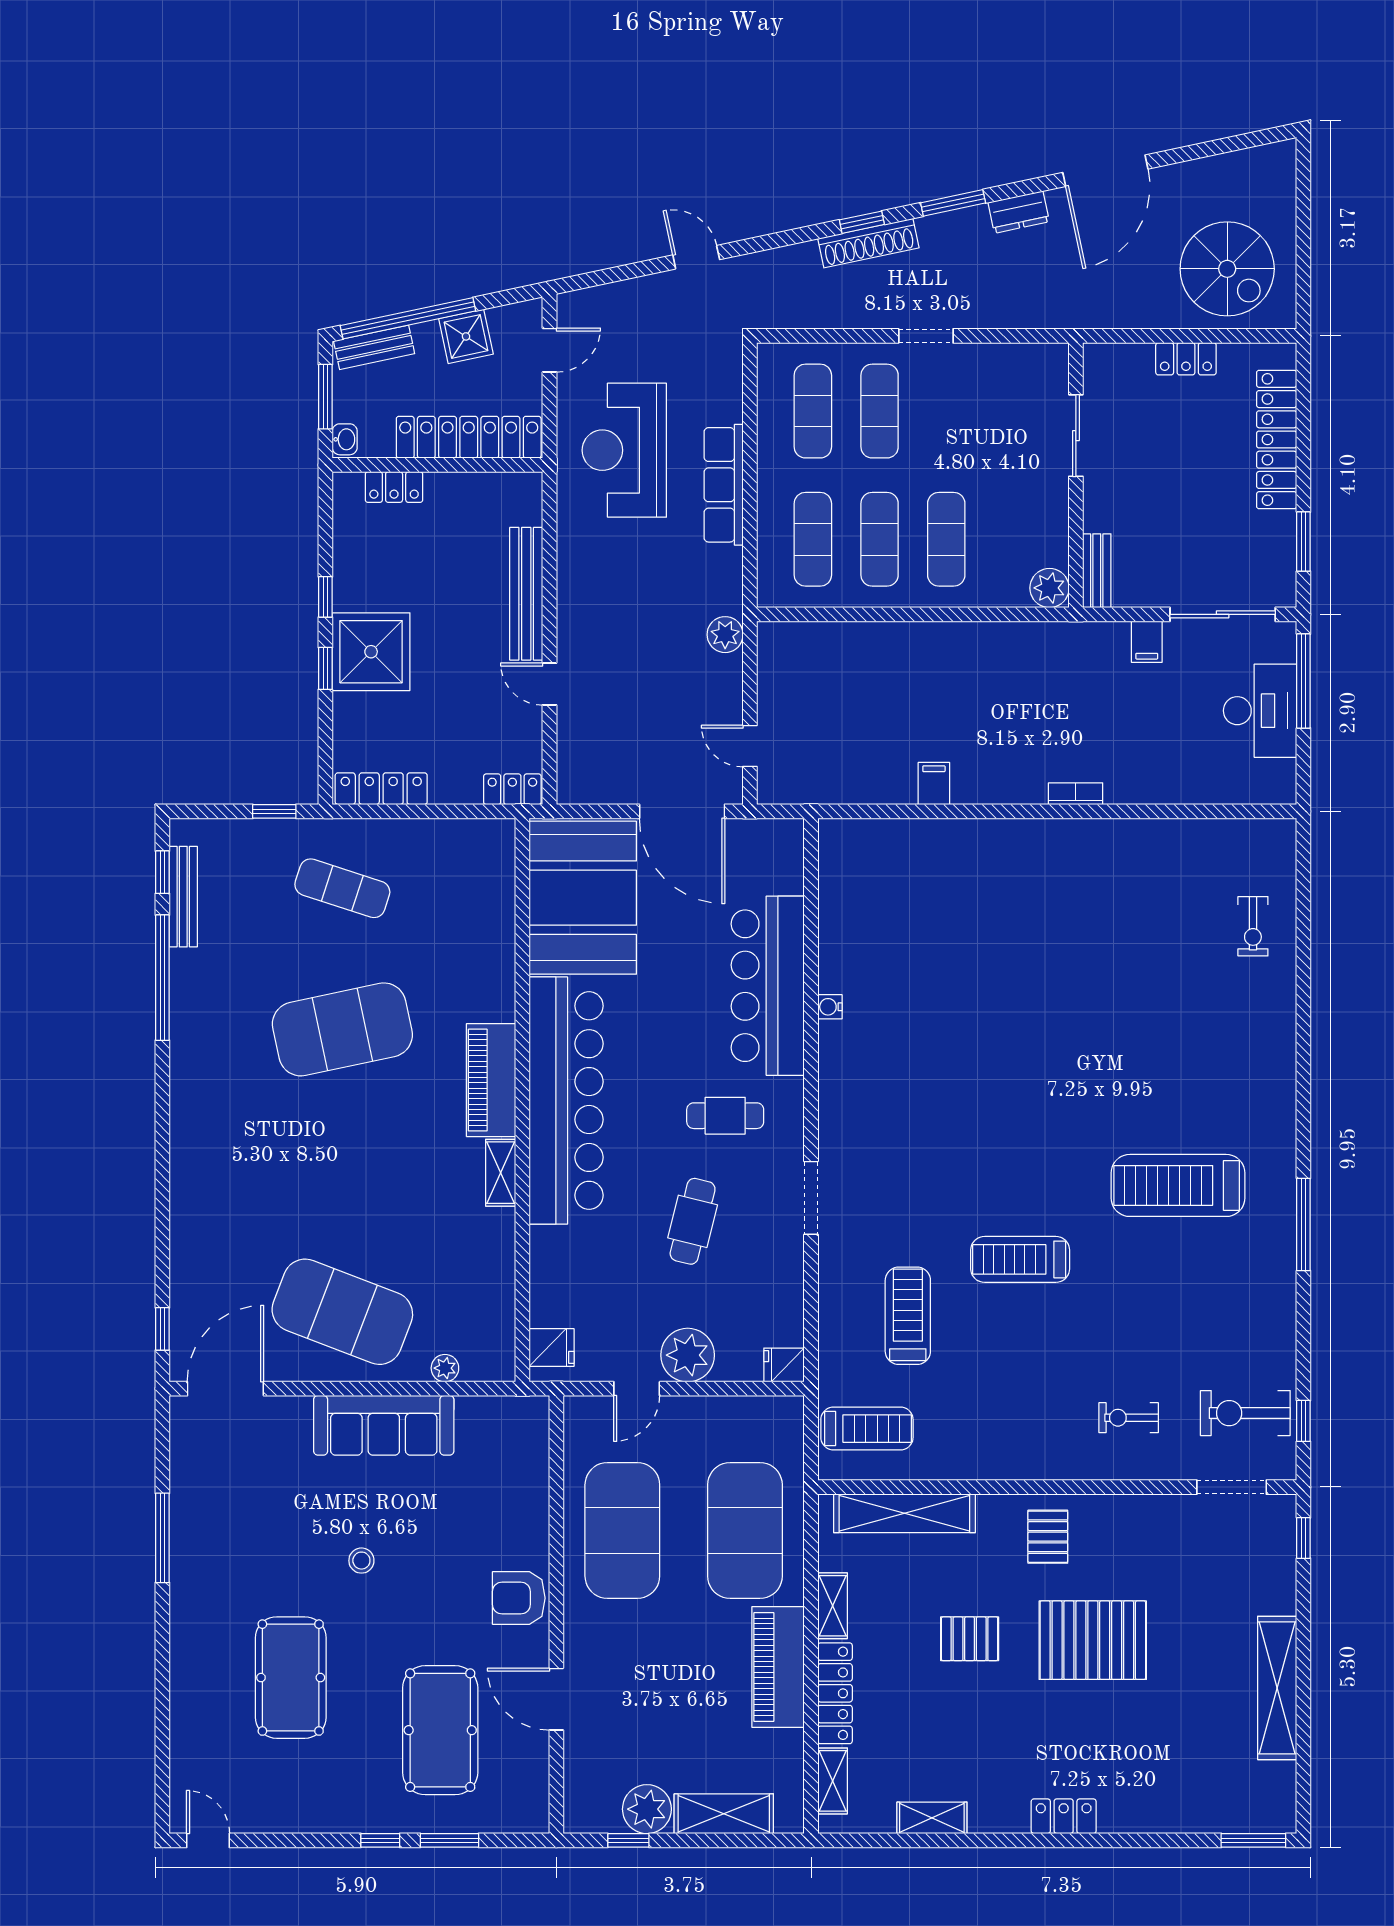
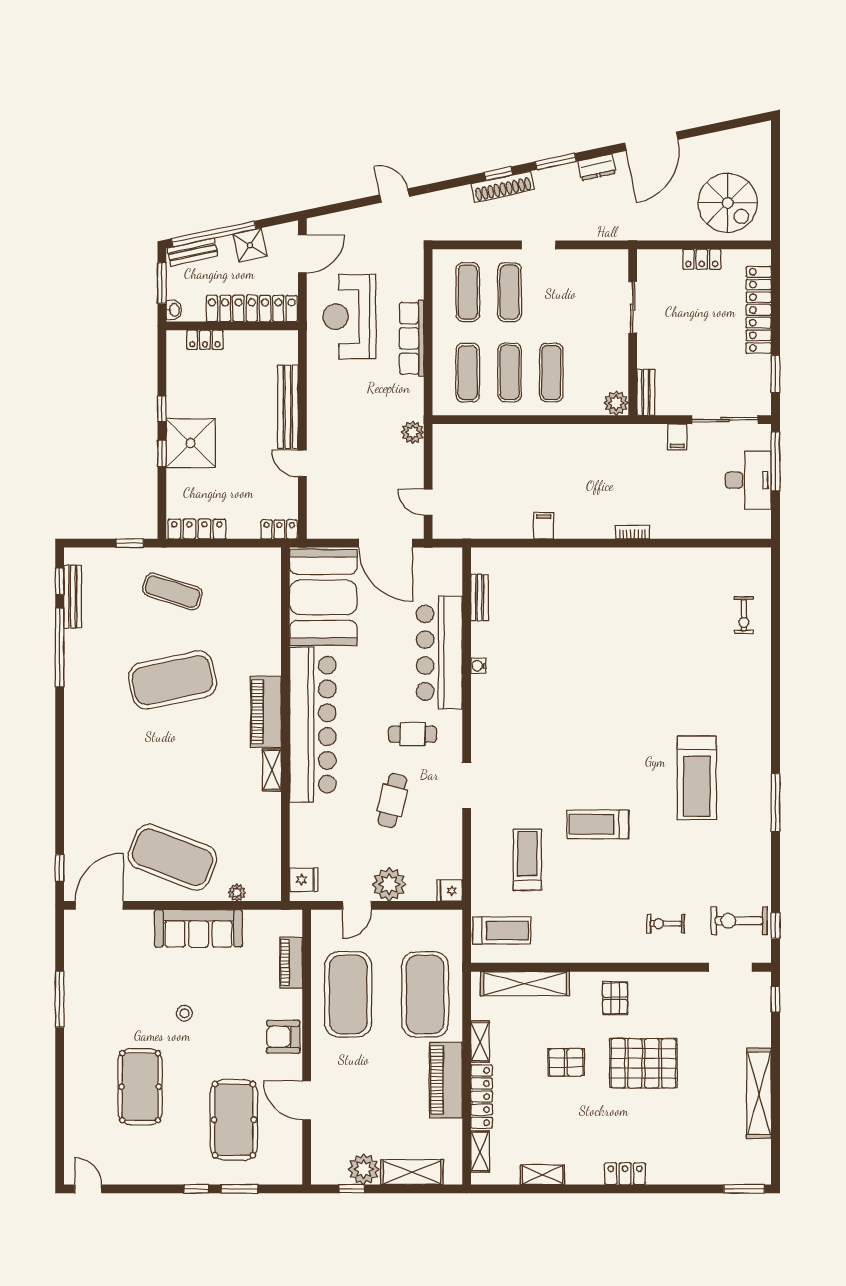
door: (550, 350) -> (302, 254), width x1.38
bench: (832, 898) -> (480, 598), added
treadmill: (1178, 1185) -> (697, 778), turned -90
piano: (531, 1480) -> (291, 962), added

